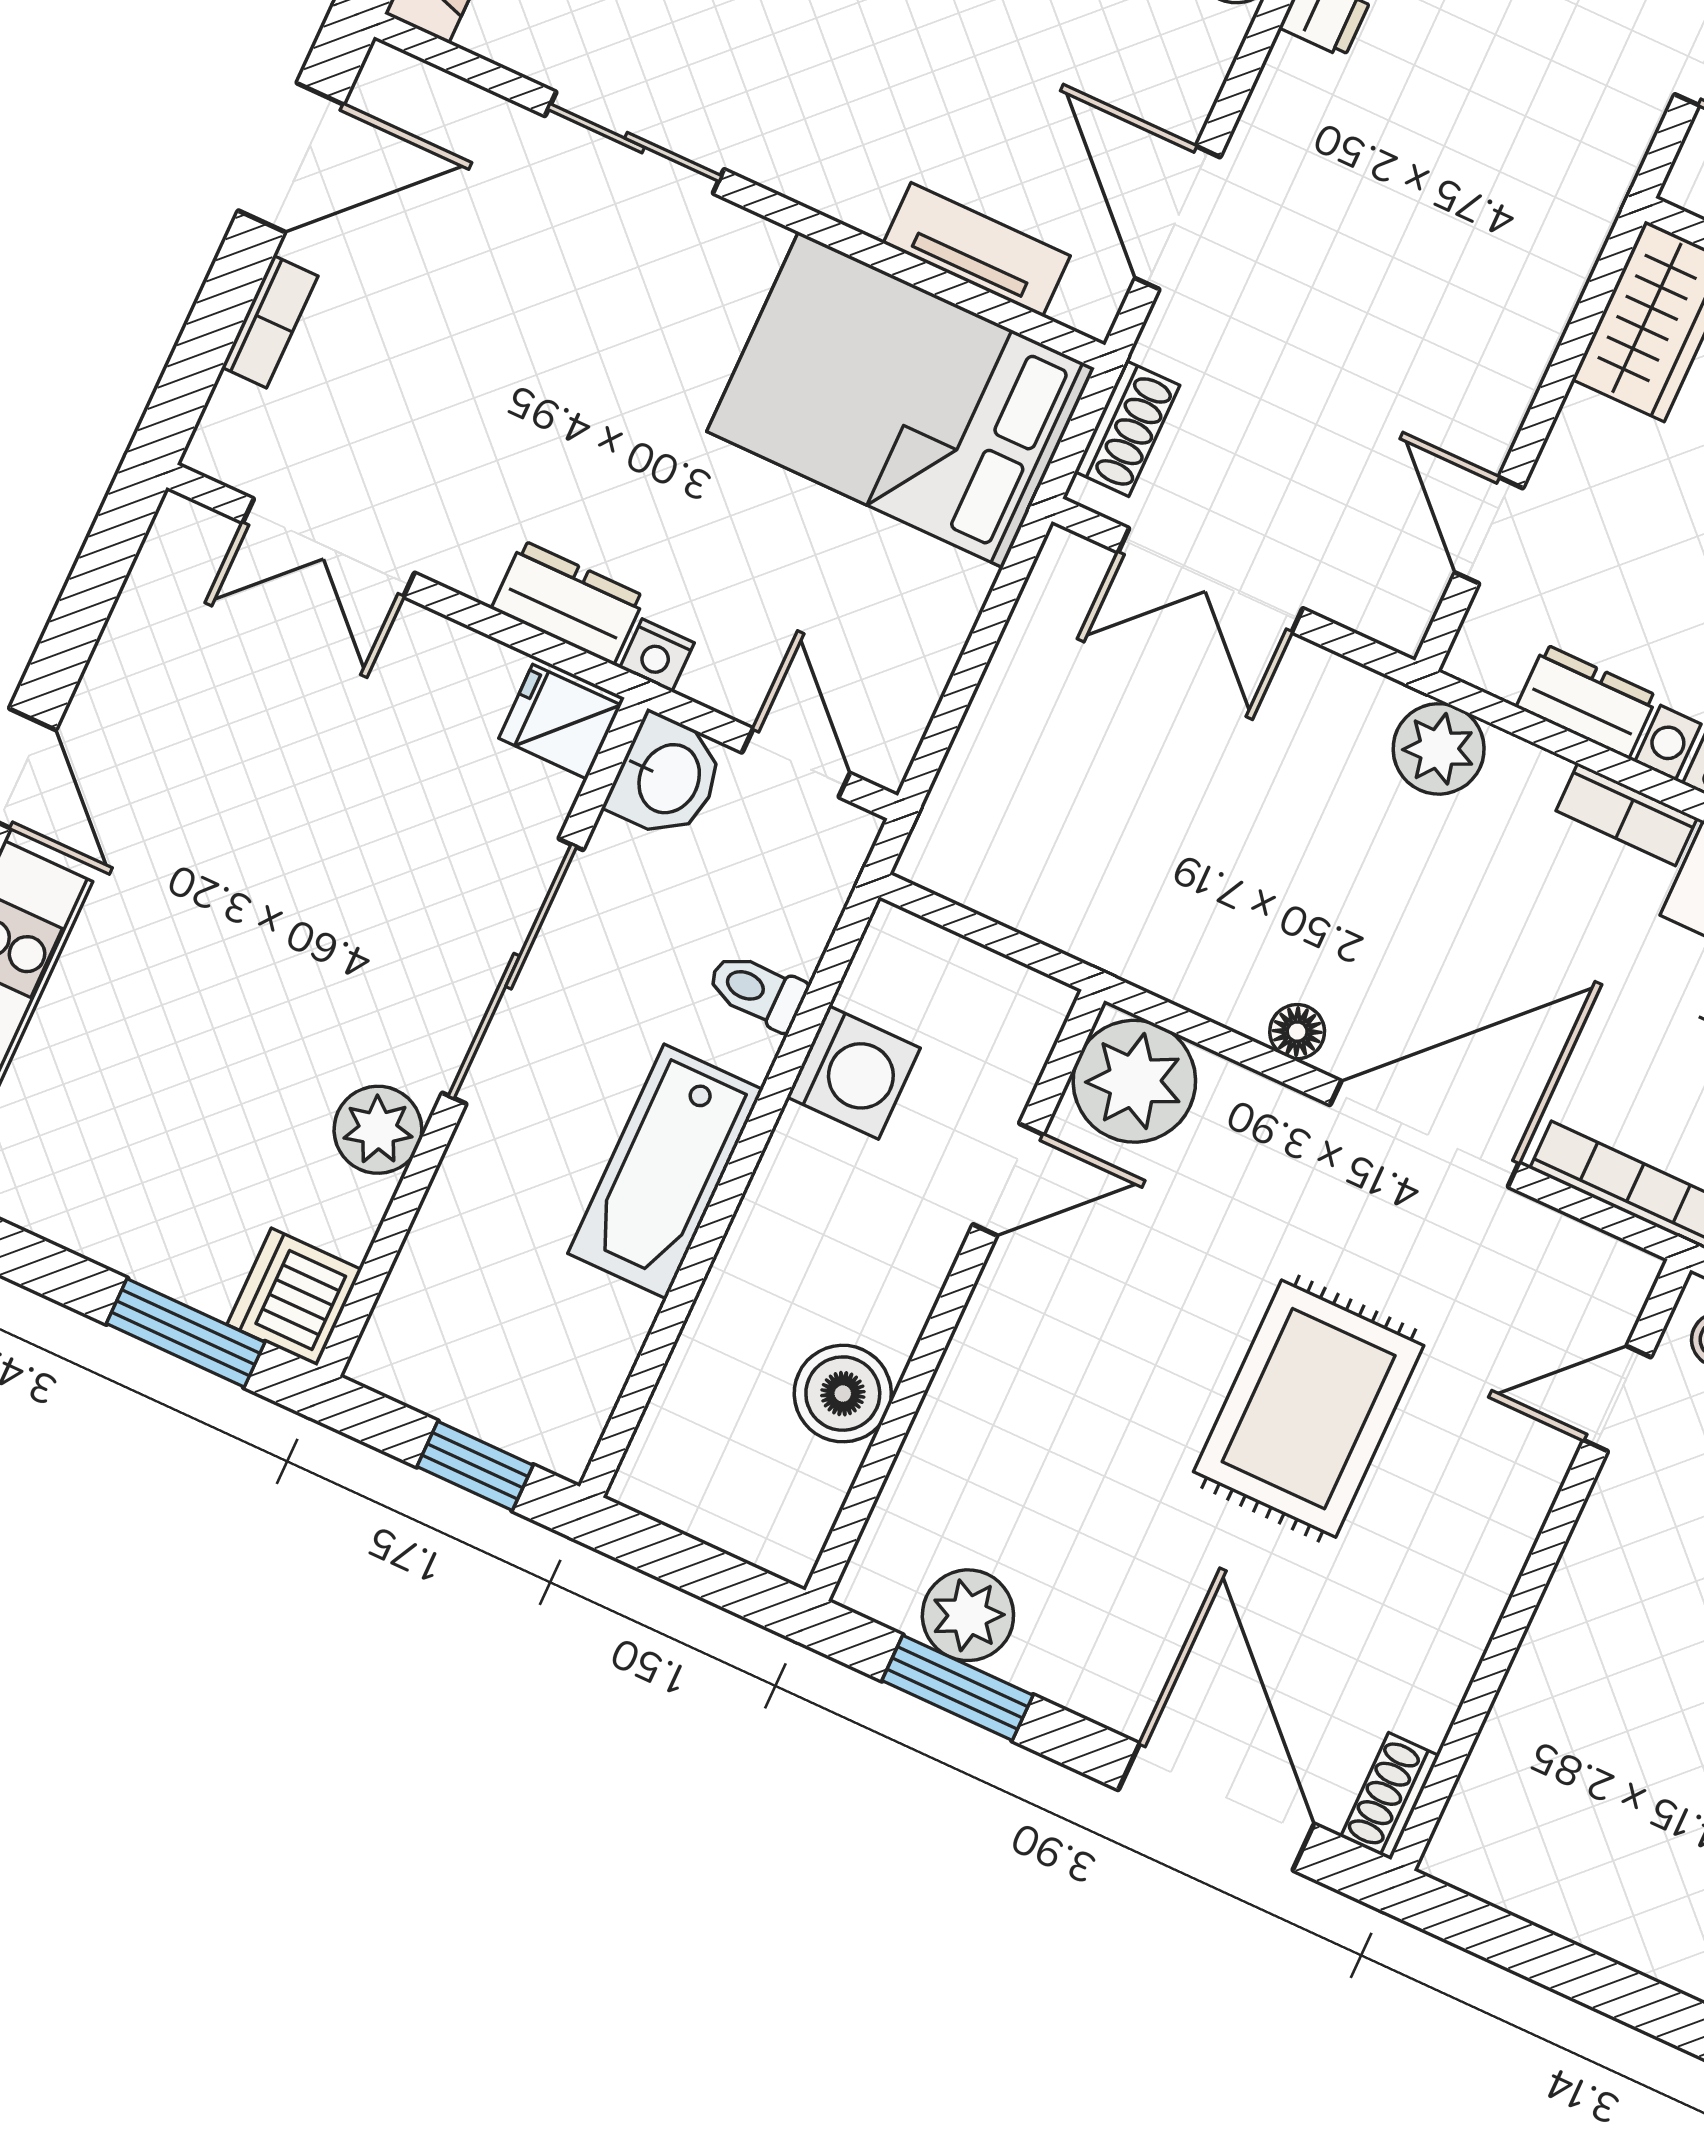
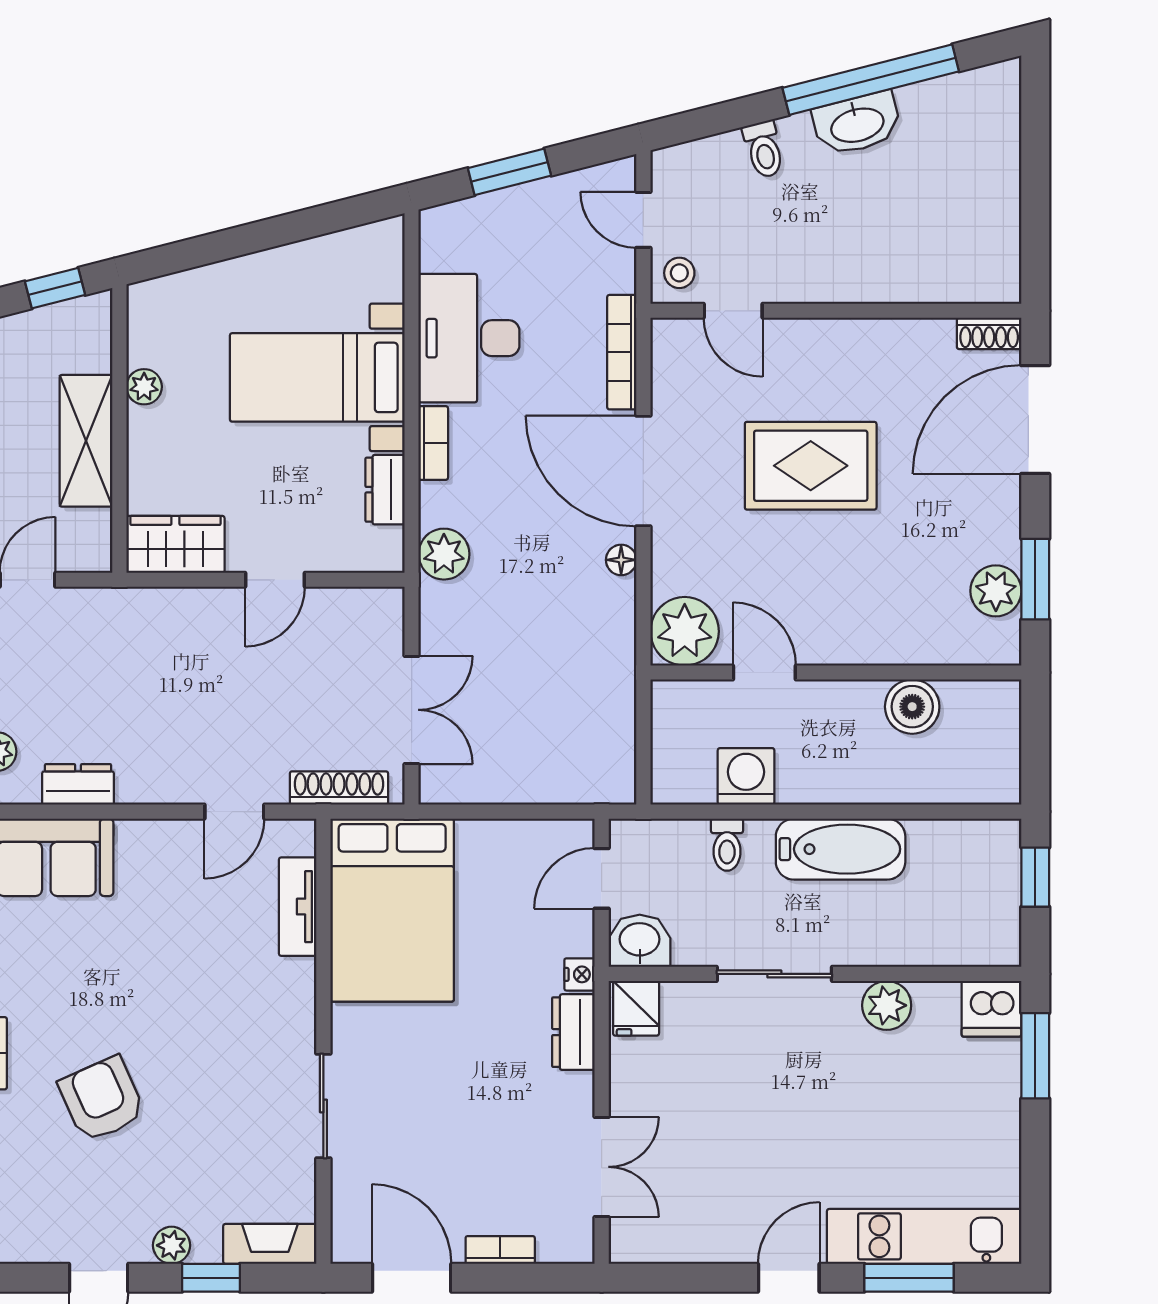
door: (1178, 218) -> (234, 812), width x0.73
shoe rack: (1127, 428) -> (339, 788), width x1.43
door: (1489, 530) -> (275, 580), moved
sliding door: (513, 971) -> (774, 974), width x0.73

